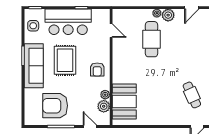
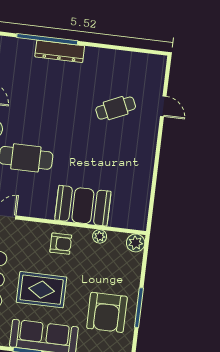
booth: (124, 101) -> (83, 206), moved
plant: (104, 106) -> (136, 243), moved
door: (90, 127) -> (144, 265), removed

